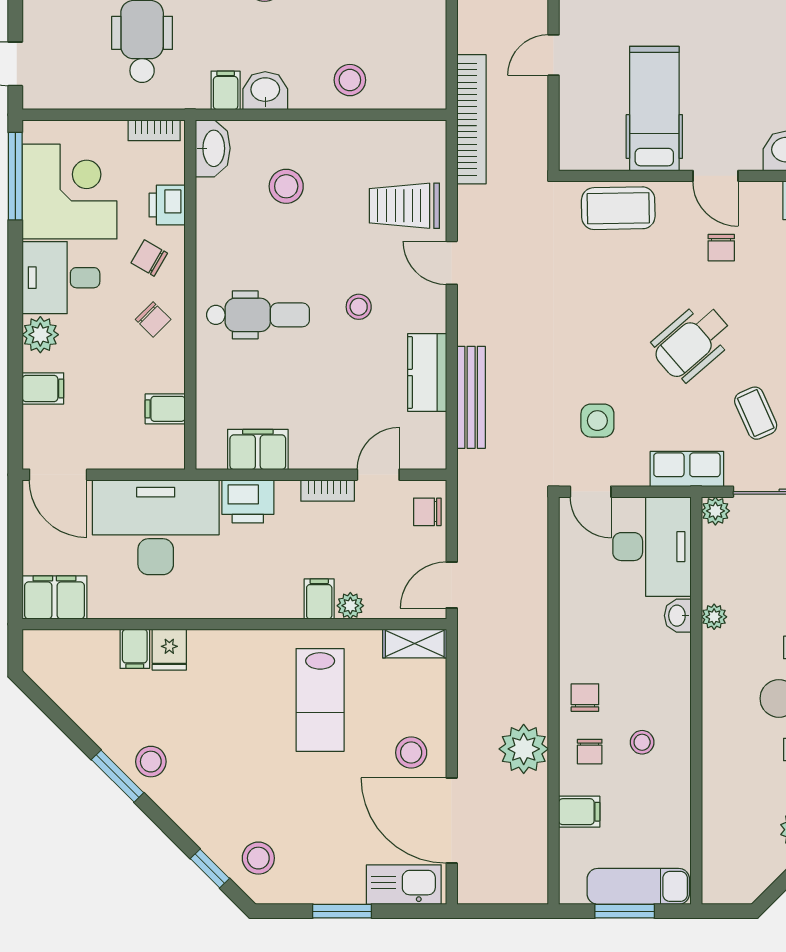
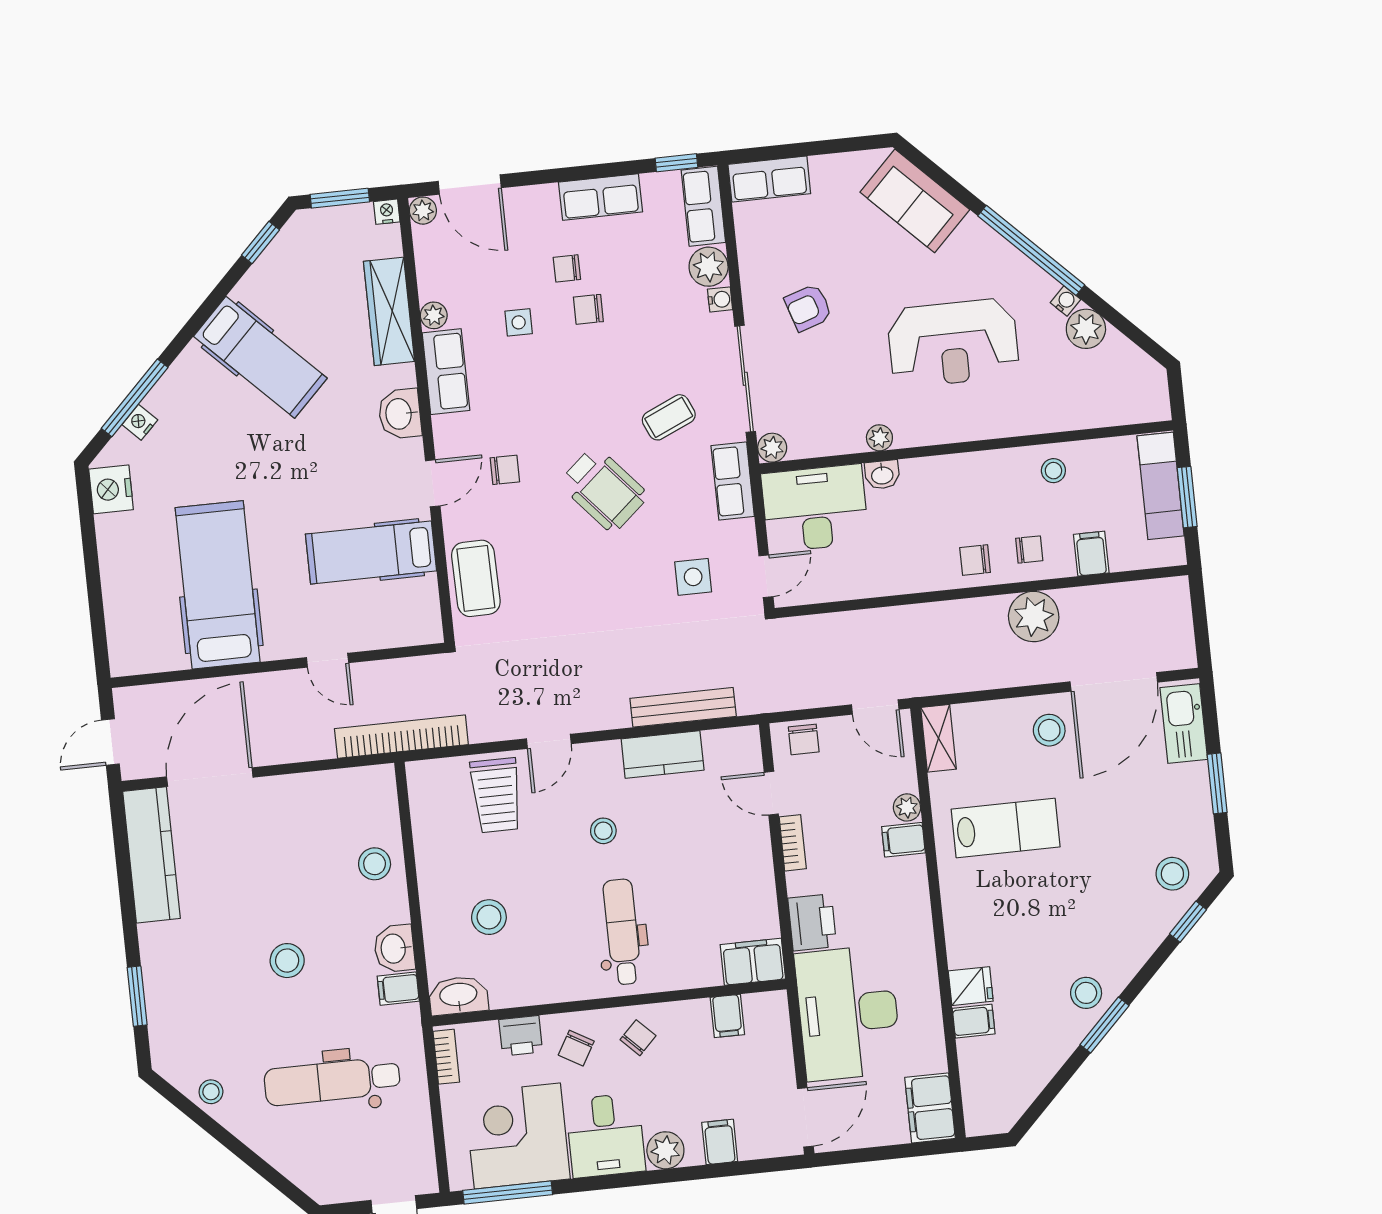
filing cabinet: (258, 449) -> (753, 962), moved, turned 90
stool: (642, 742) -> (1053, 471), moved

